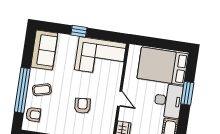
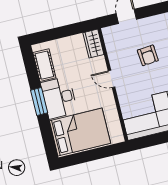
window: (187, 93) -> (39, 102), moved

